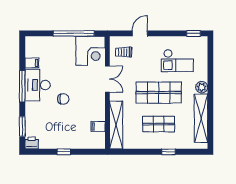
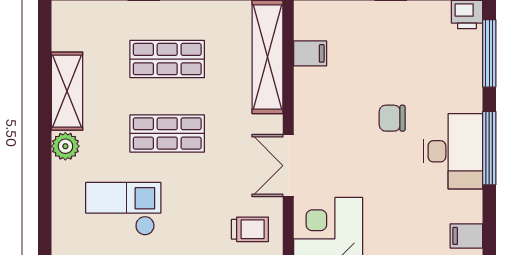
filing cabinet: (32, 63) -> (466, 236), moved
shop shelf: (159, 93) -> (167, 133), width x0.70, depth x0.74
shelving: (201, 118) -> (67, 91), width x0.68
window: (22, 126) -> (489, 53), width x1.44

